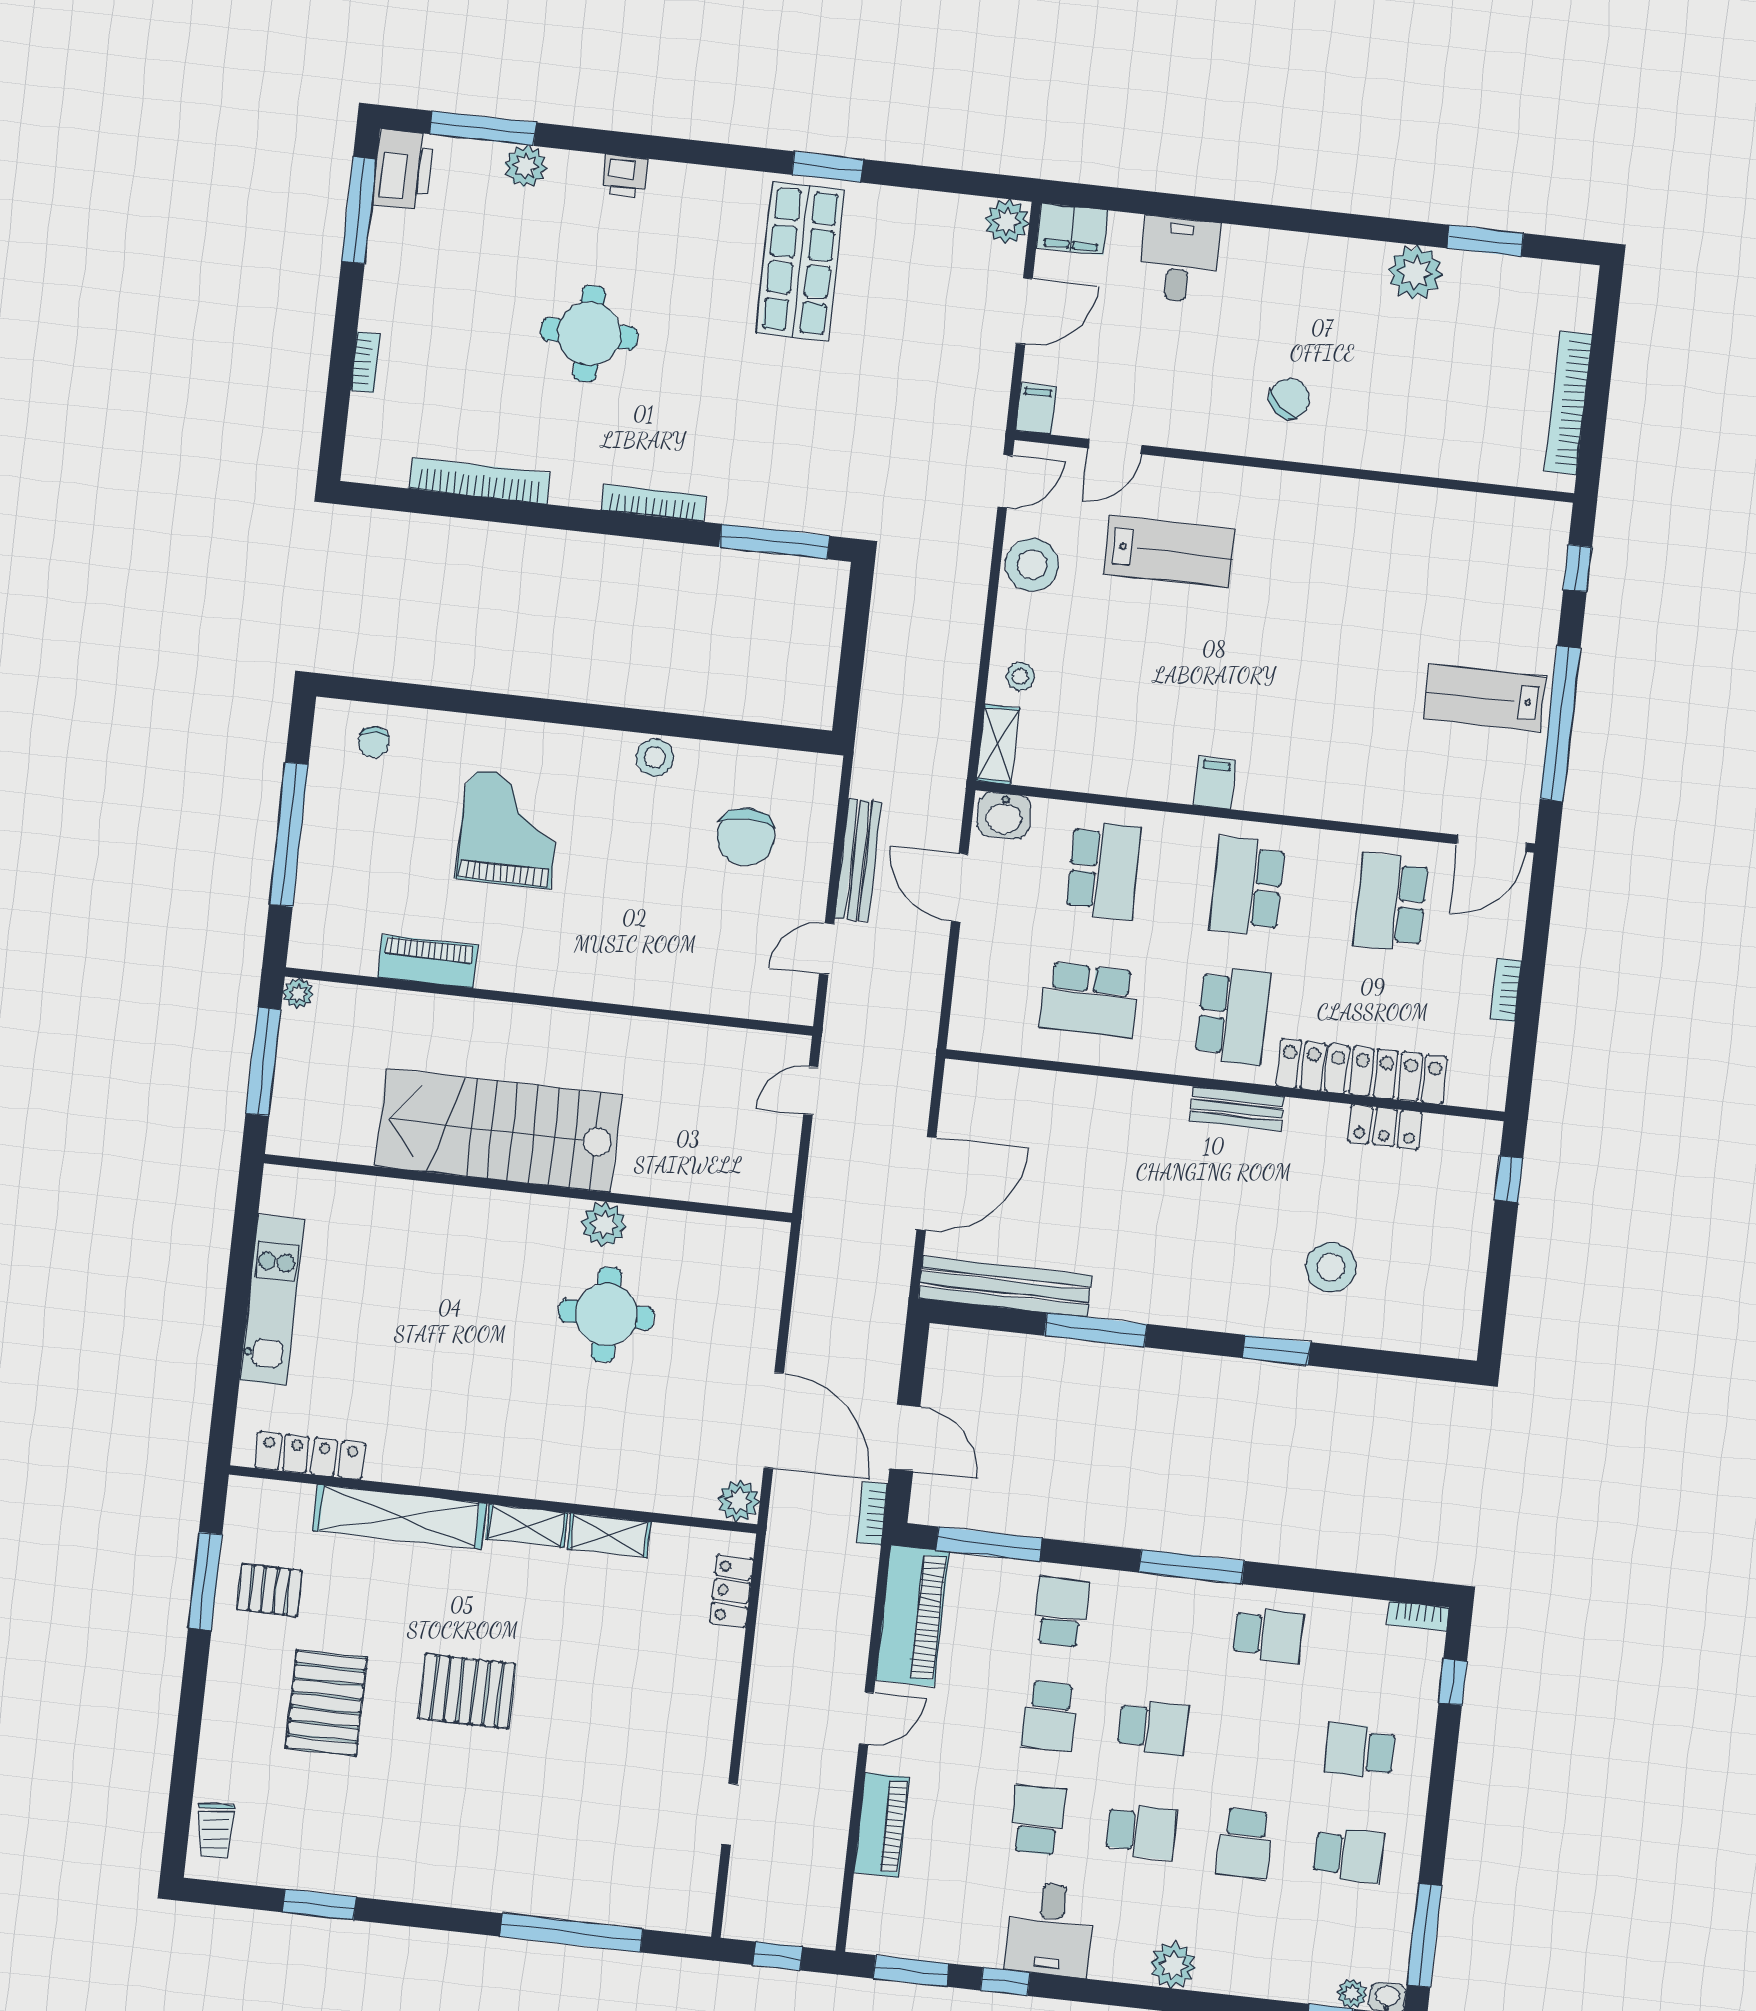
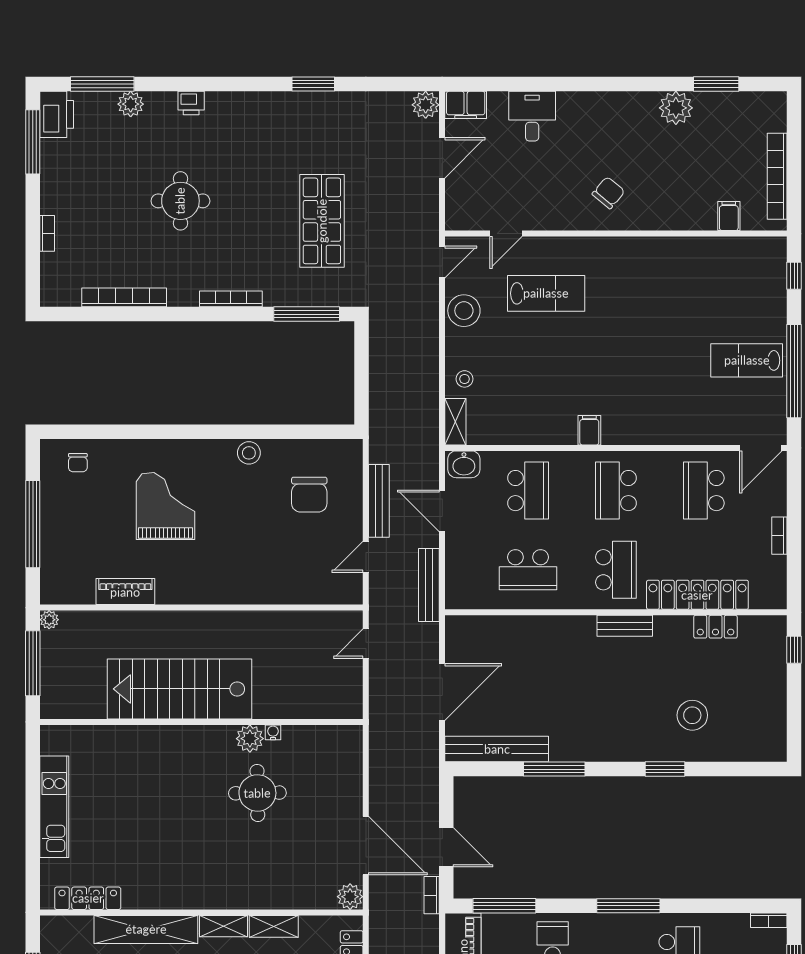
shop shelf: (800, 261) -> (322, 221), moved
filing cabinet: (1036, 409) -> (729, 216), moved
bench: (925, 1006) -> (429, 585), added
water cooler: (643, 1218) -> (273, 732), added

